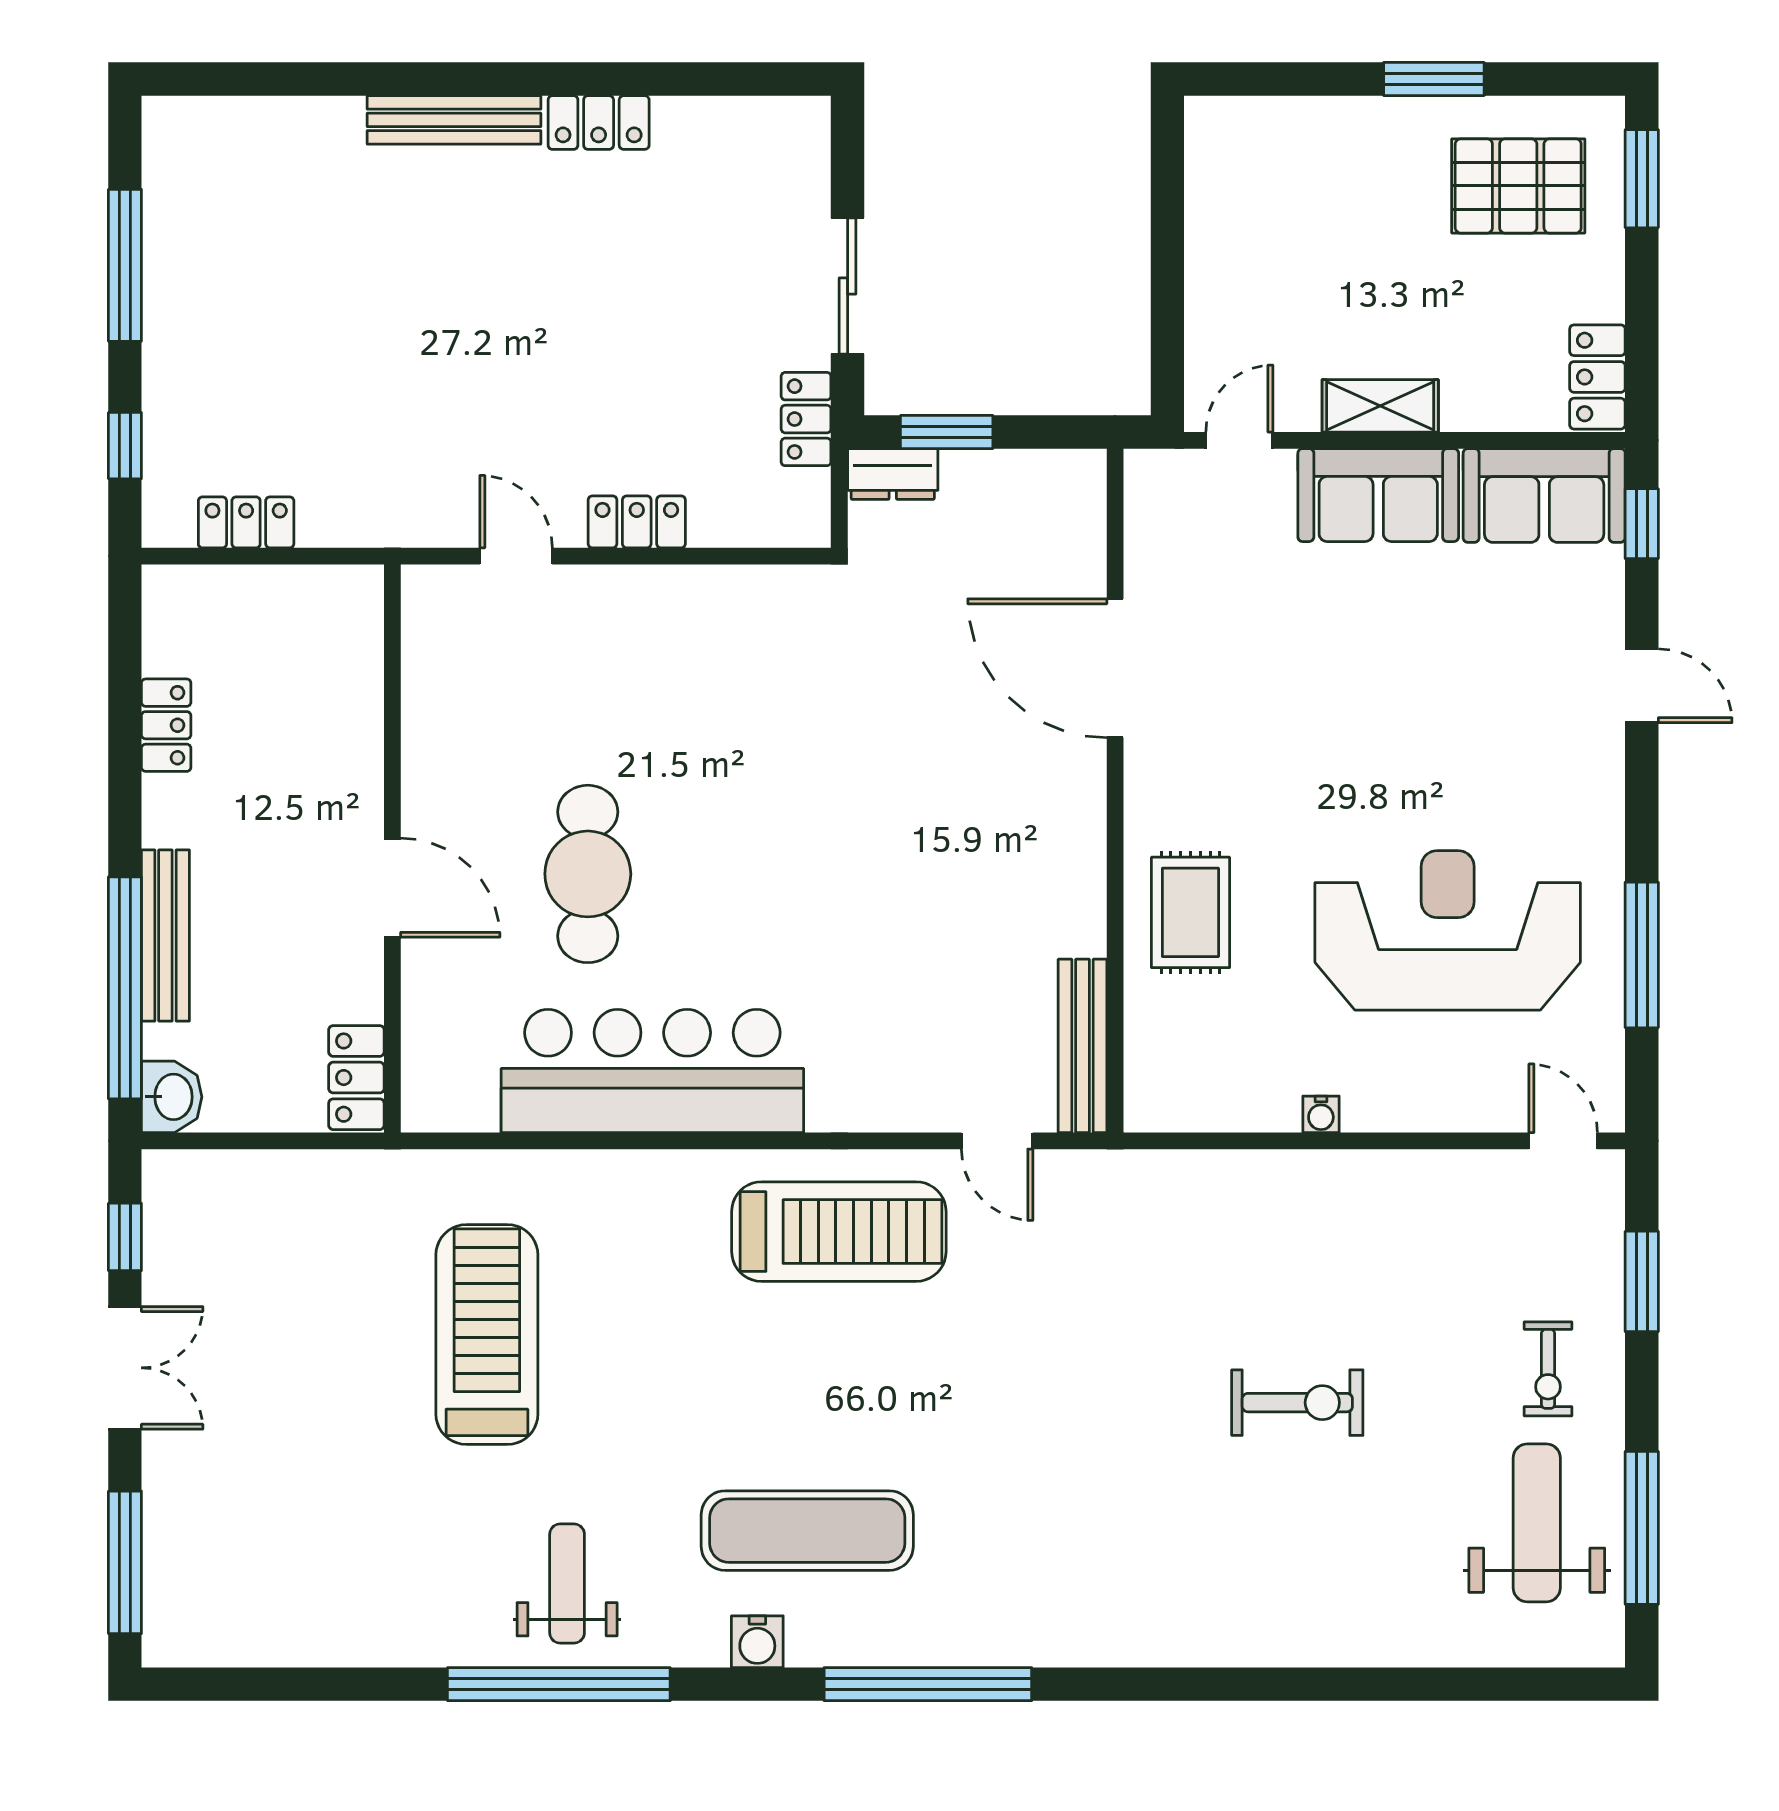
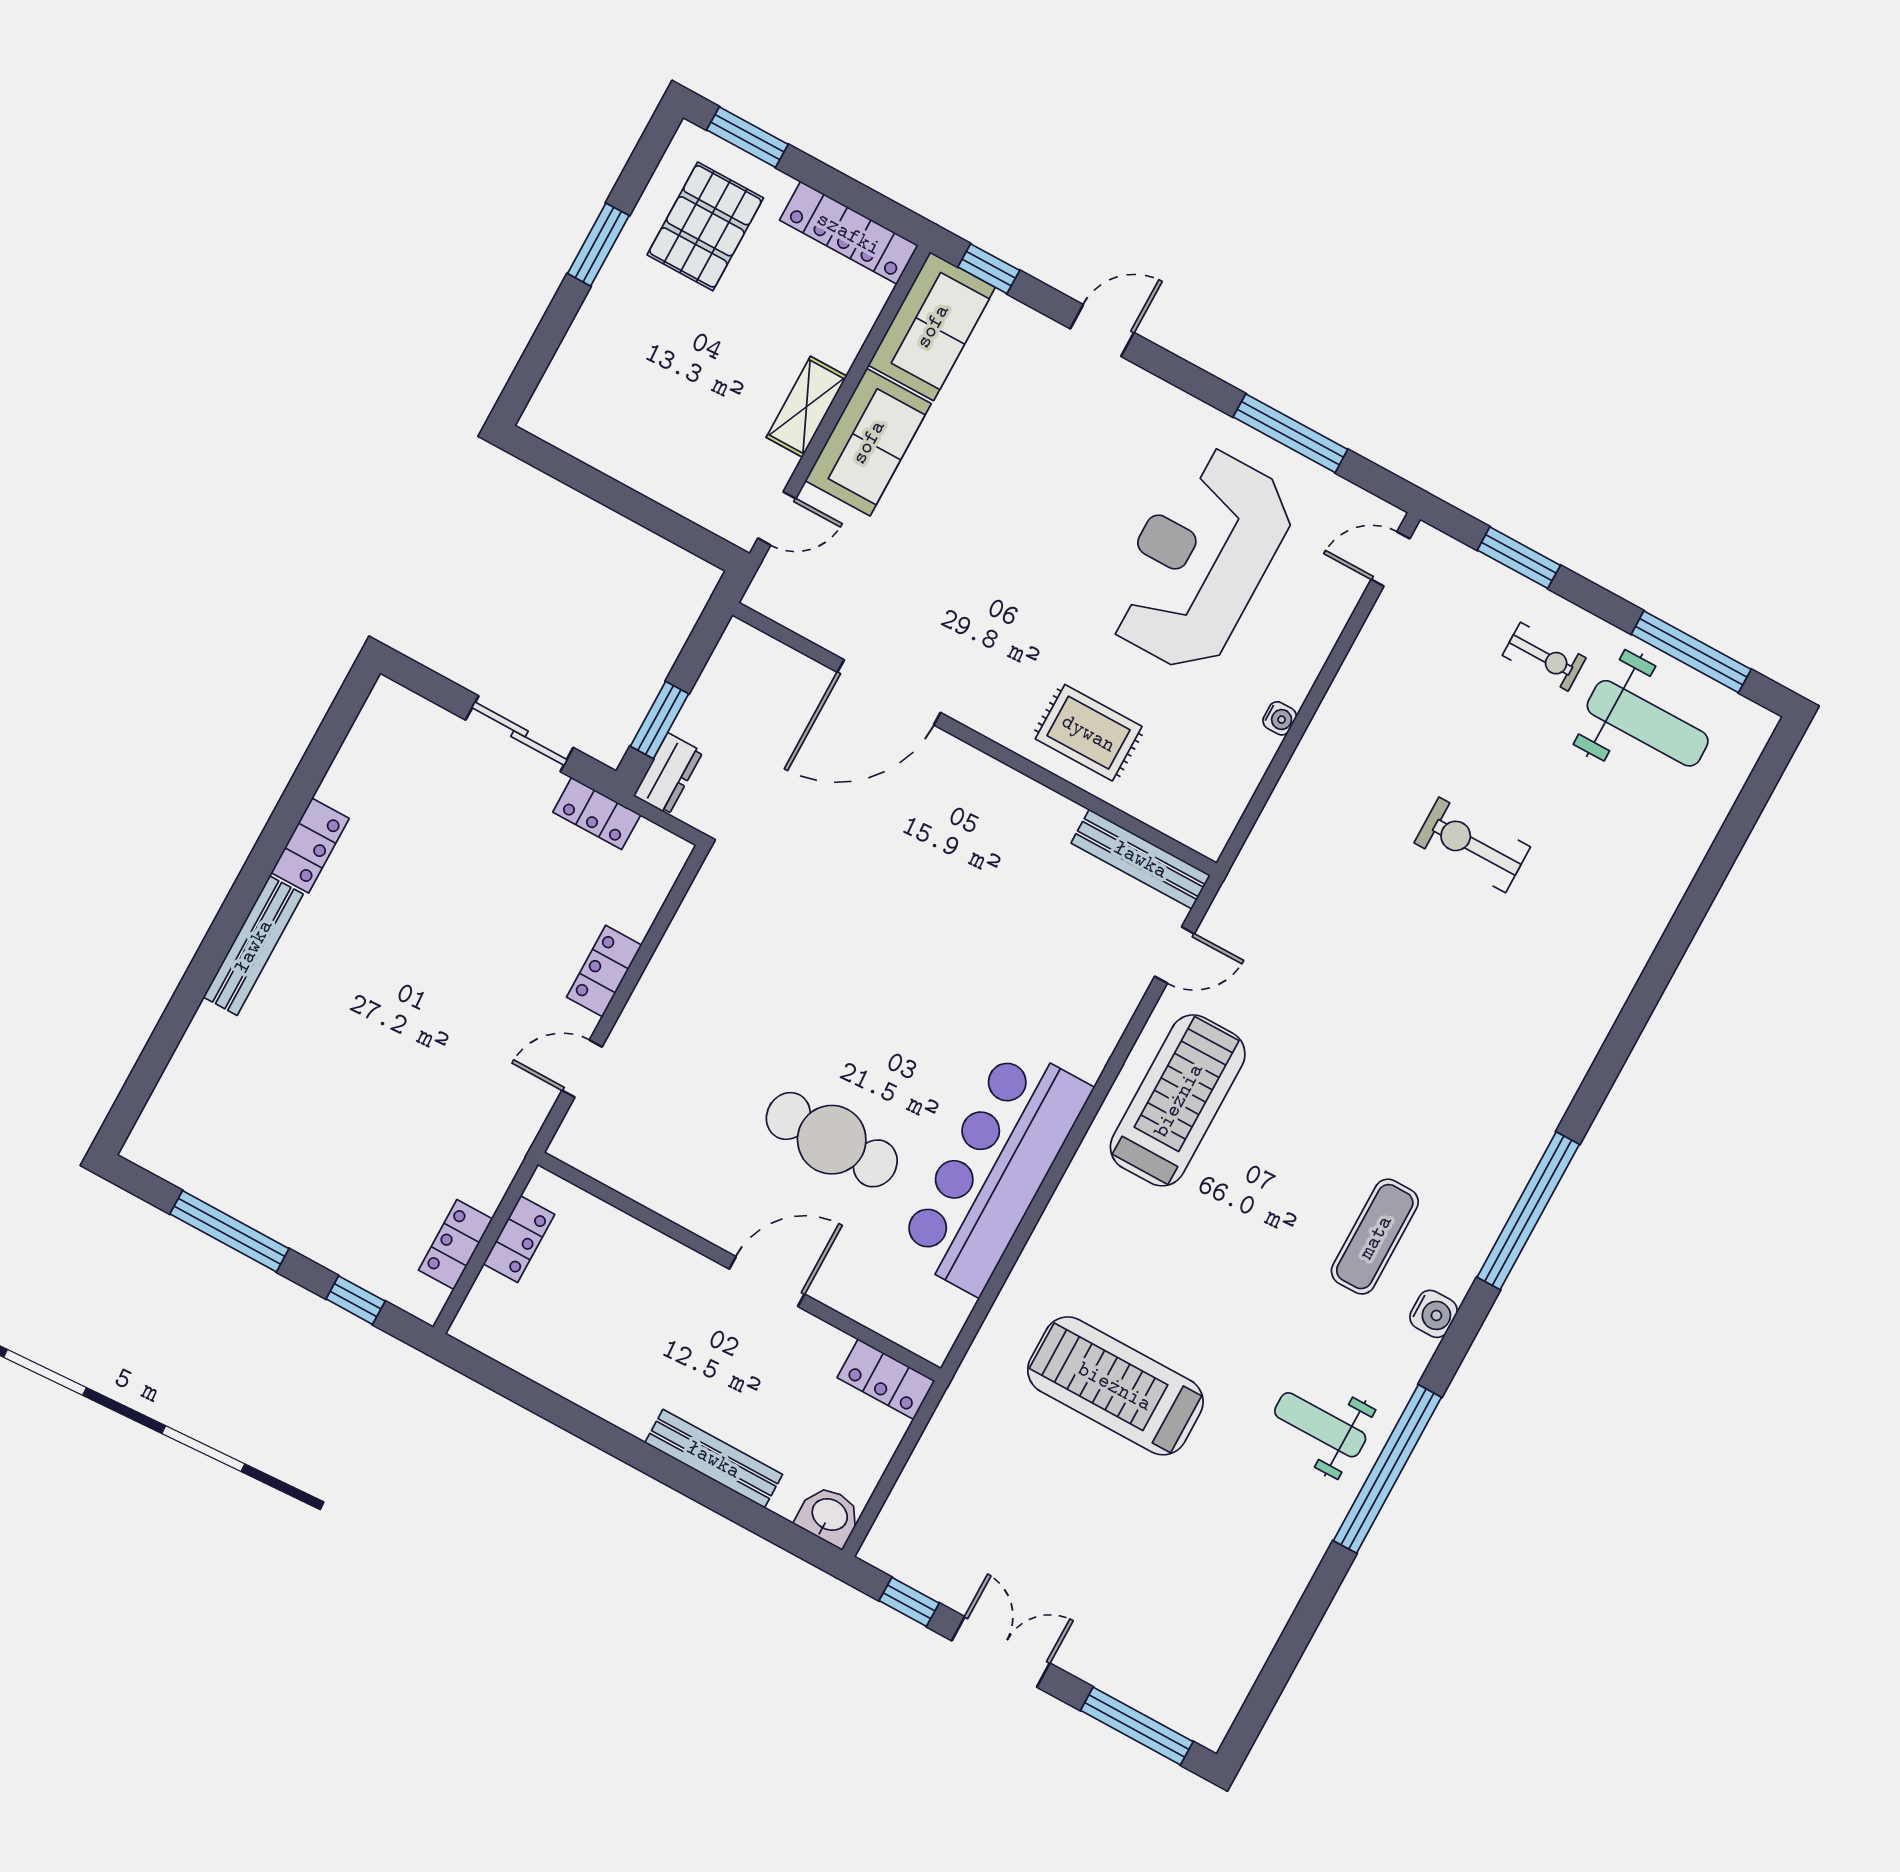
locker: (1597, 377) -> (849, 233), width x1.53
door: (1239, 440) -> (777, 518), swing flipped
locker: (166, 725) -> (519, 1239), moved, turned 90
window: (125, 988) -> (735, 1507), removed
exercise bike: (1297, 1403) -> (1472, 845), turned -90
weight bench: (1537, 1523) -> (1648, 723), turned 180
exercise mat: (807, 1531) -> (1375, 1237), width x0.73, depth x0.69

